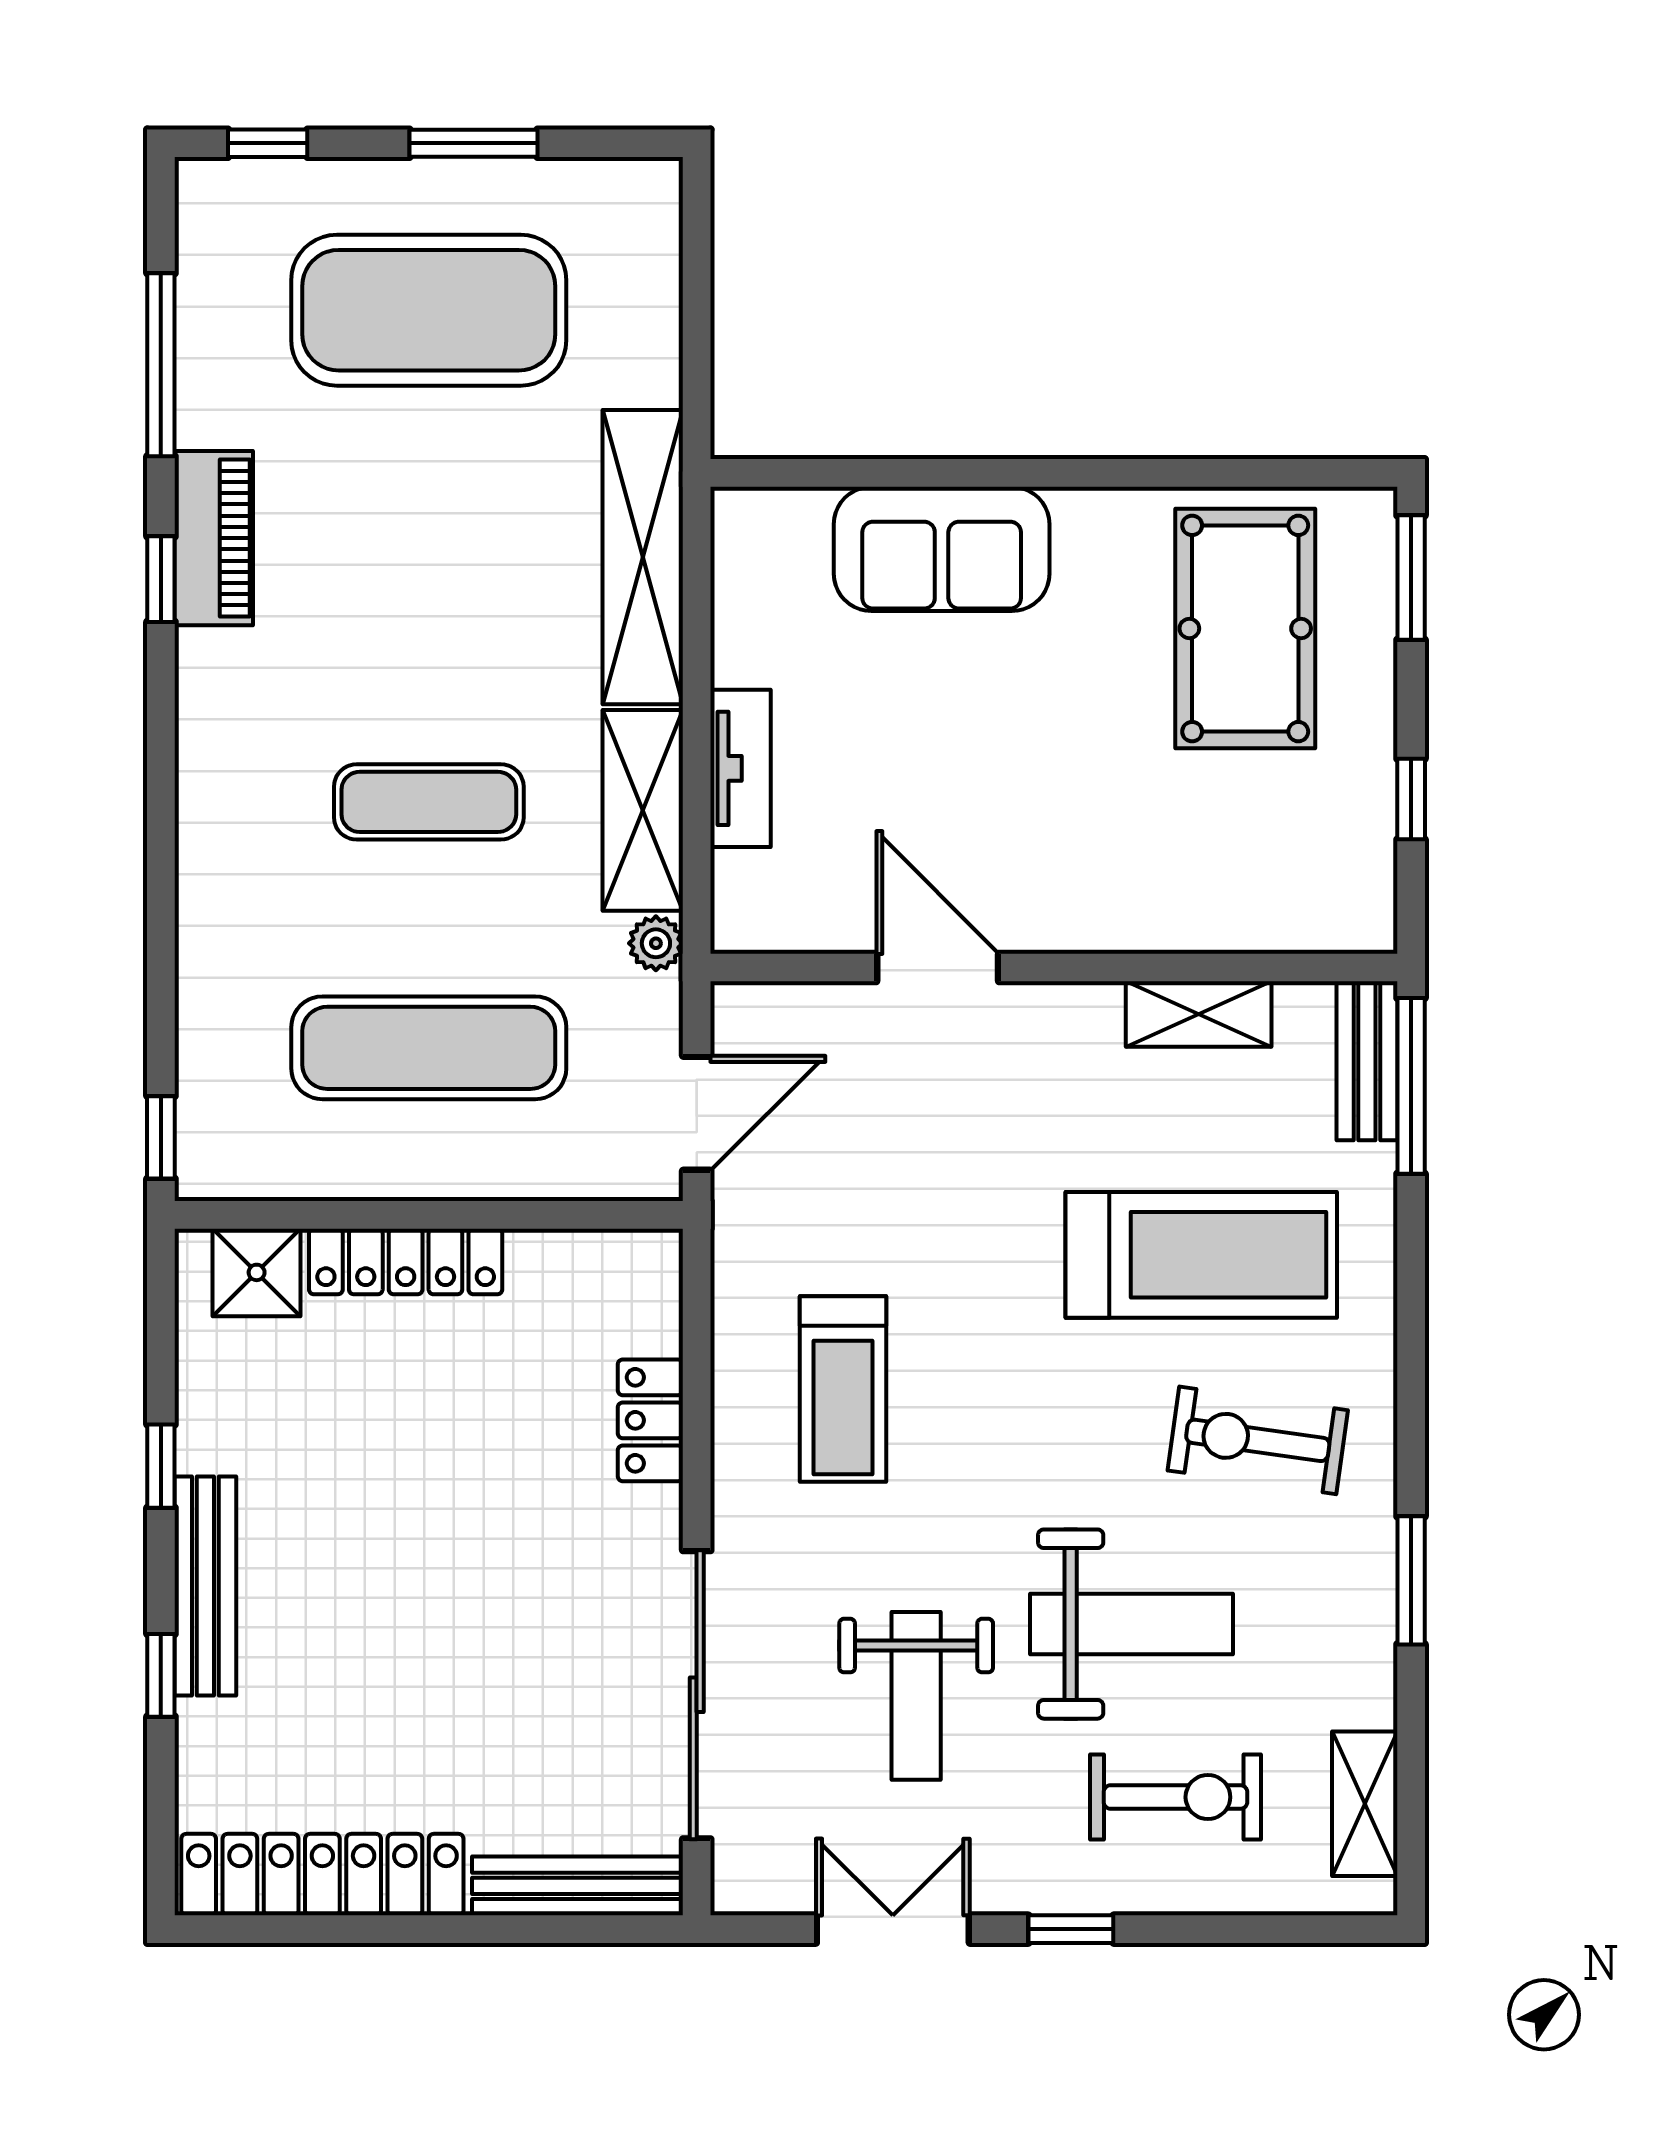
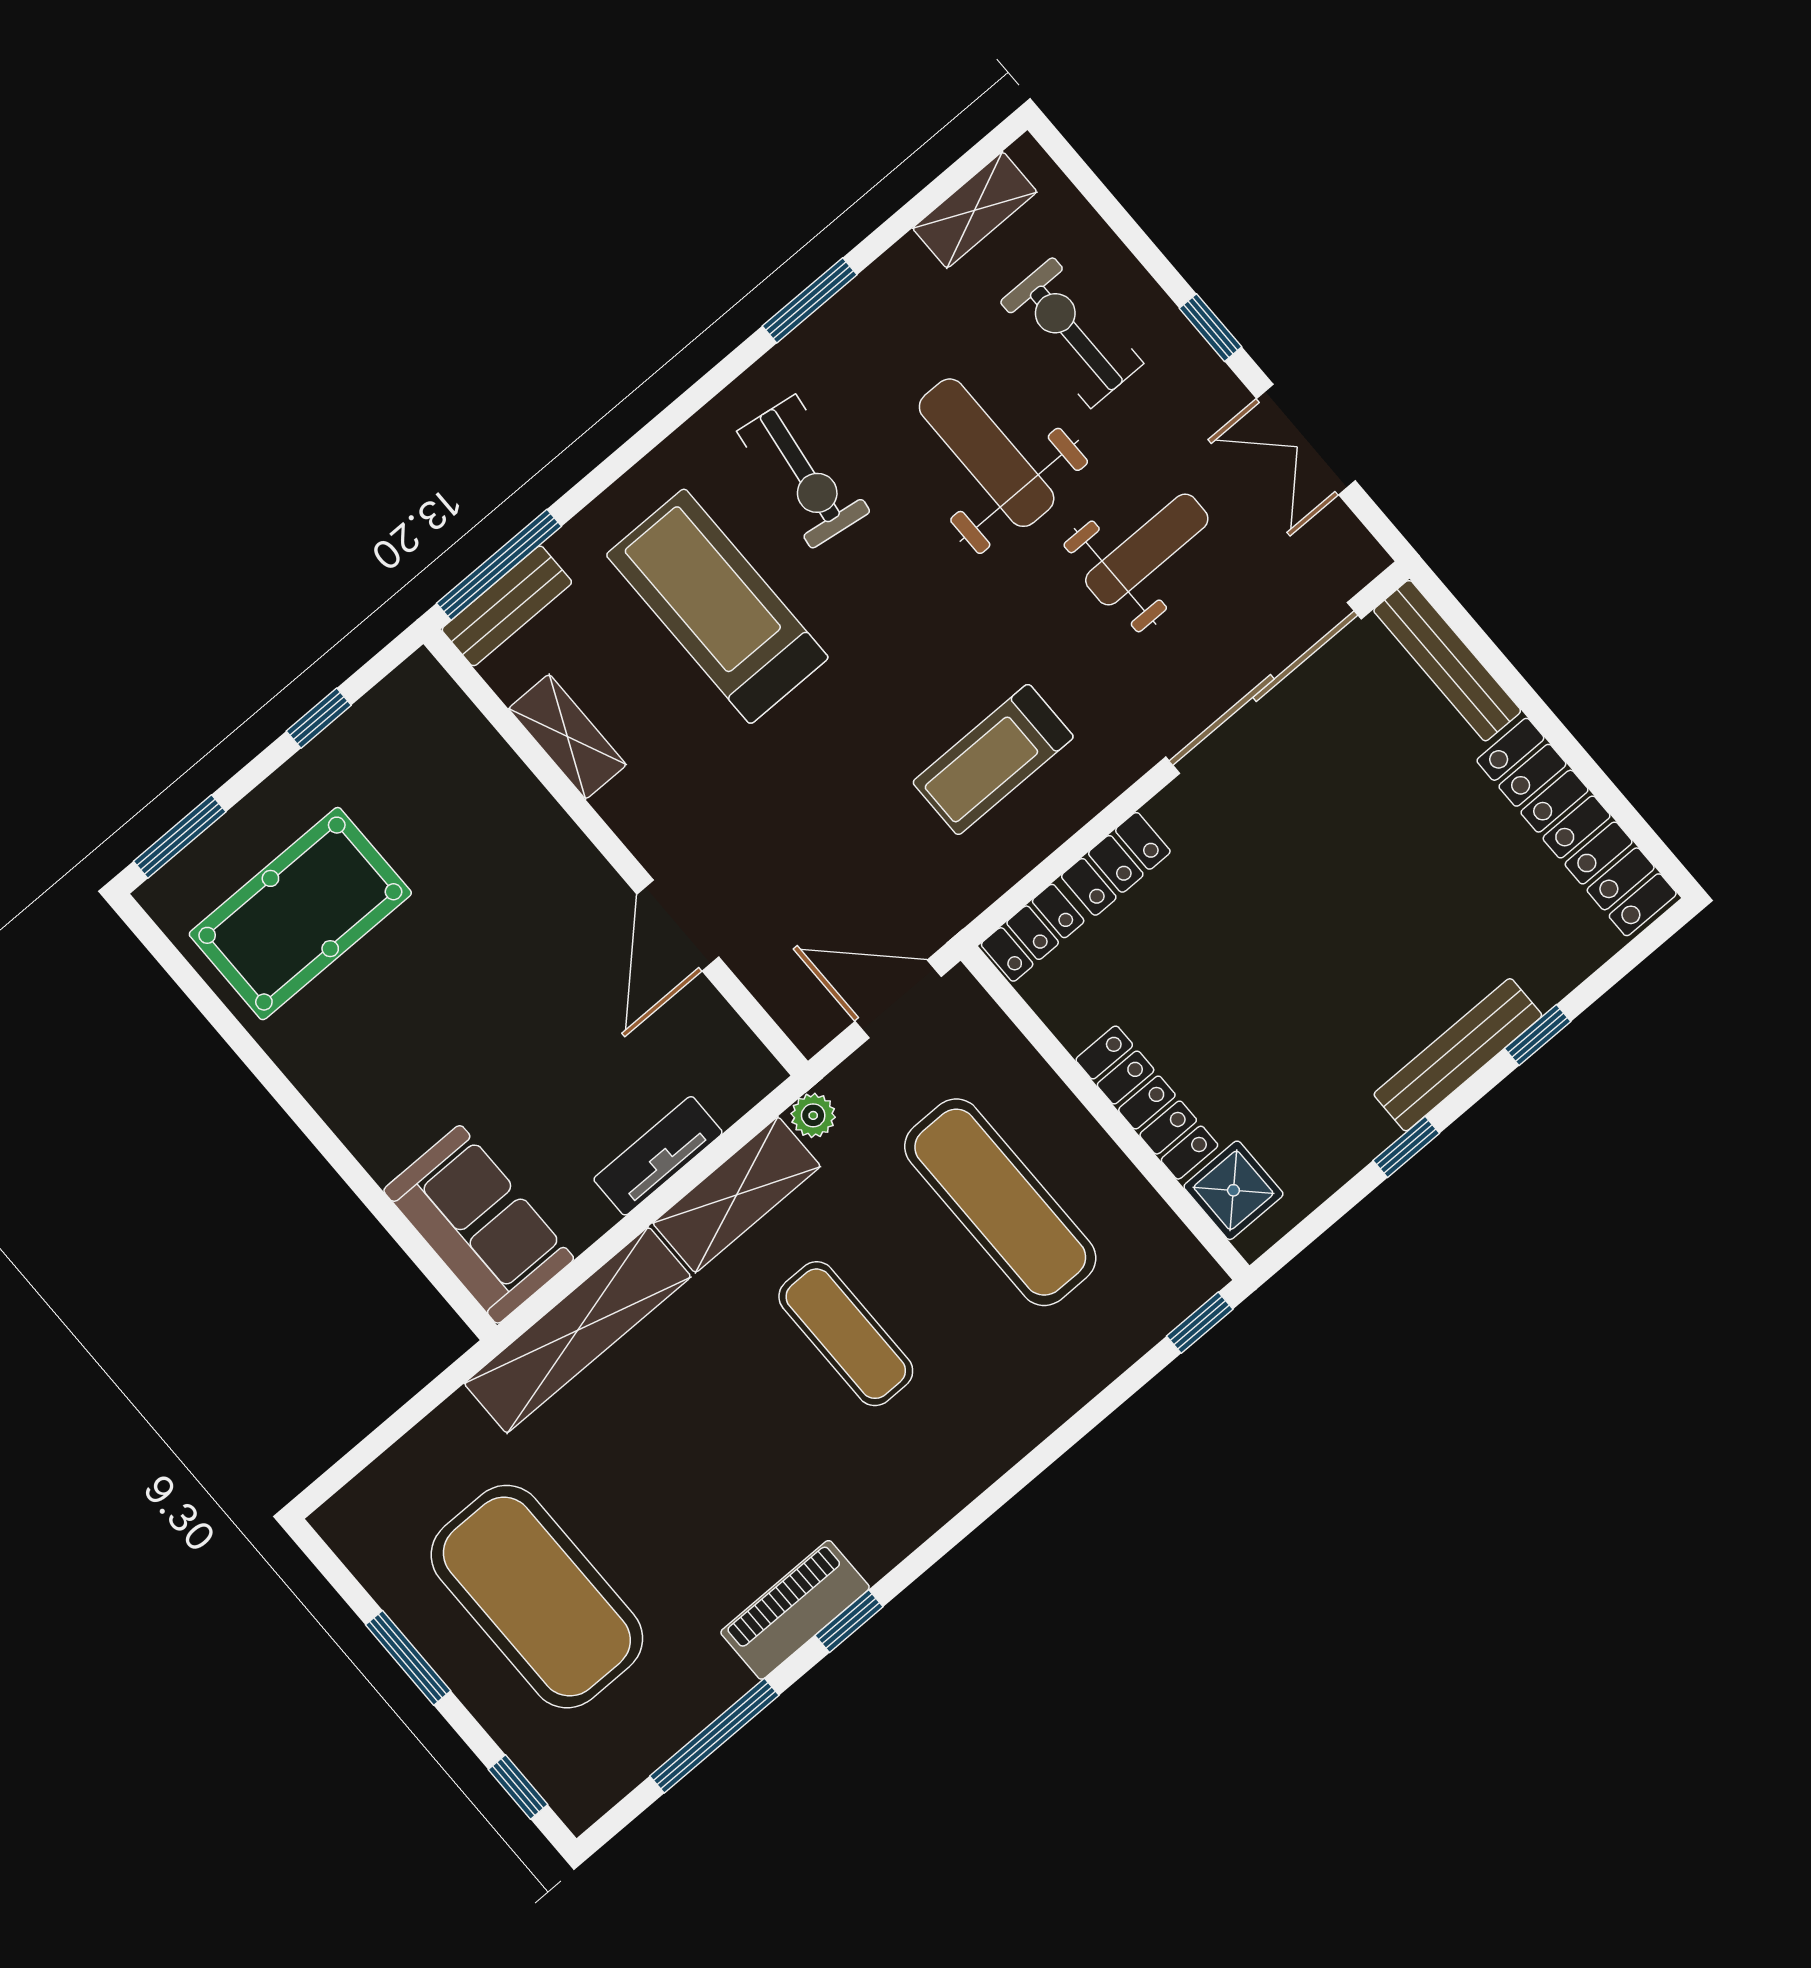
sofa: (942, 549) -> (479, 1224), moved
locker: (652, 1289) -> (1033, 933), added
treadmill: (843, 1389) -> (993, 760), turned 180

